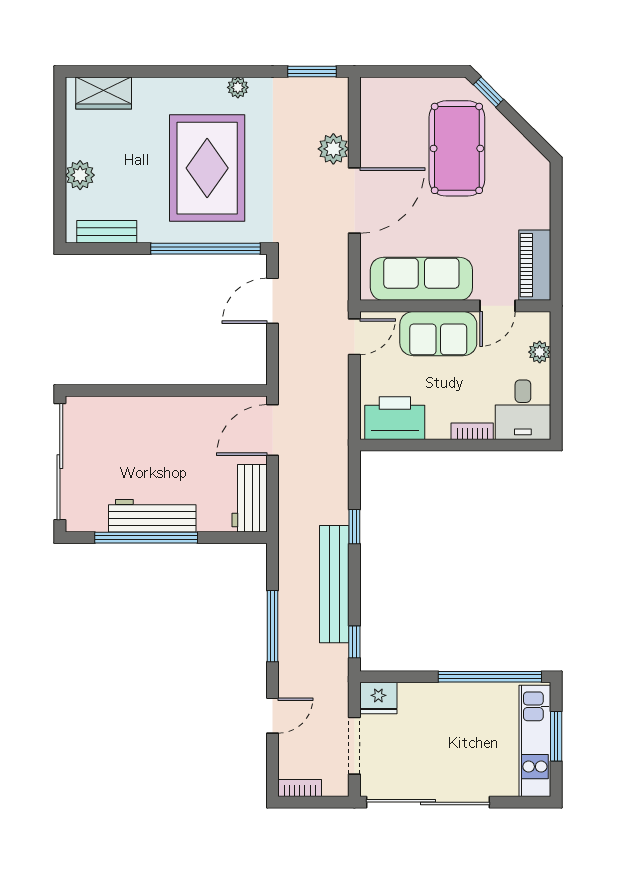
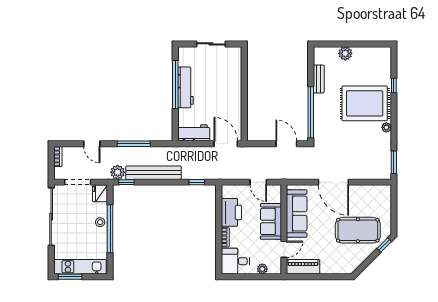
window: (149, 71) -> (394, 86), added
wardrobe: (104, 93) -> (384, 64), removed
plant: (333, 149) -> (118, 172), moved
rug: (207, 168) -> (365, 103), moved
bench: (107, 232) -> (319, 79), moved
door: (498, 306) -> (284, 249), swing flipped
door: (354, 337) -> (258, 182), moved
printer: (395, 418) -> (231, 212), moved
sliding door: (60, 462) -> (211, 44), width x0.54
window: (354, 527) -> (197, 182), moved
window: (490, 677) -> (110, 229), moved
stool: (440, 698) -> (100, 222), added
window: (556, 736) -> (70, 277), moved

